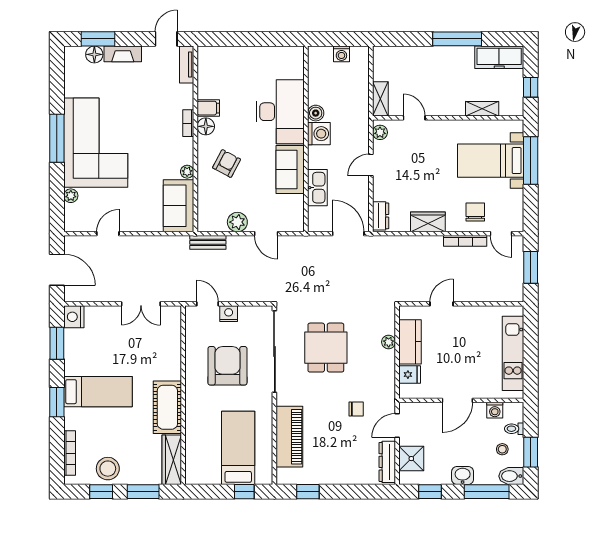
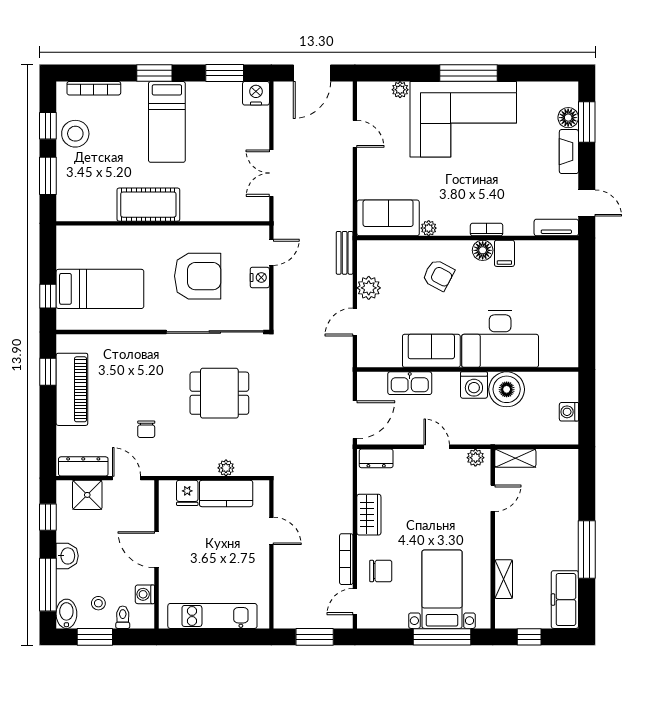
boiler: (316, 113) -> (507, 389), width x1.86, depth x1.86
piano: (289, 437) -> (72, 389), moved, turned -90
wardrobe: (172, 460) -> (86, 210), removed

